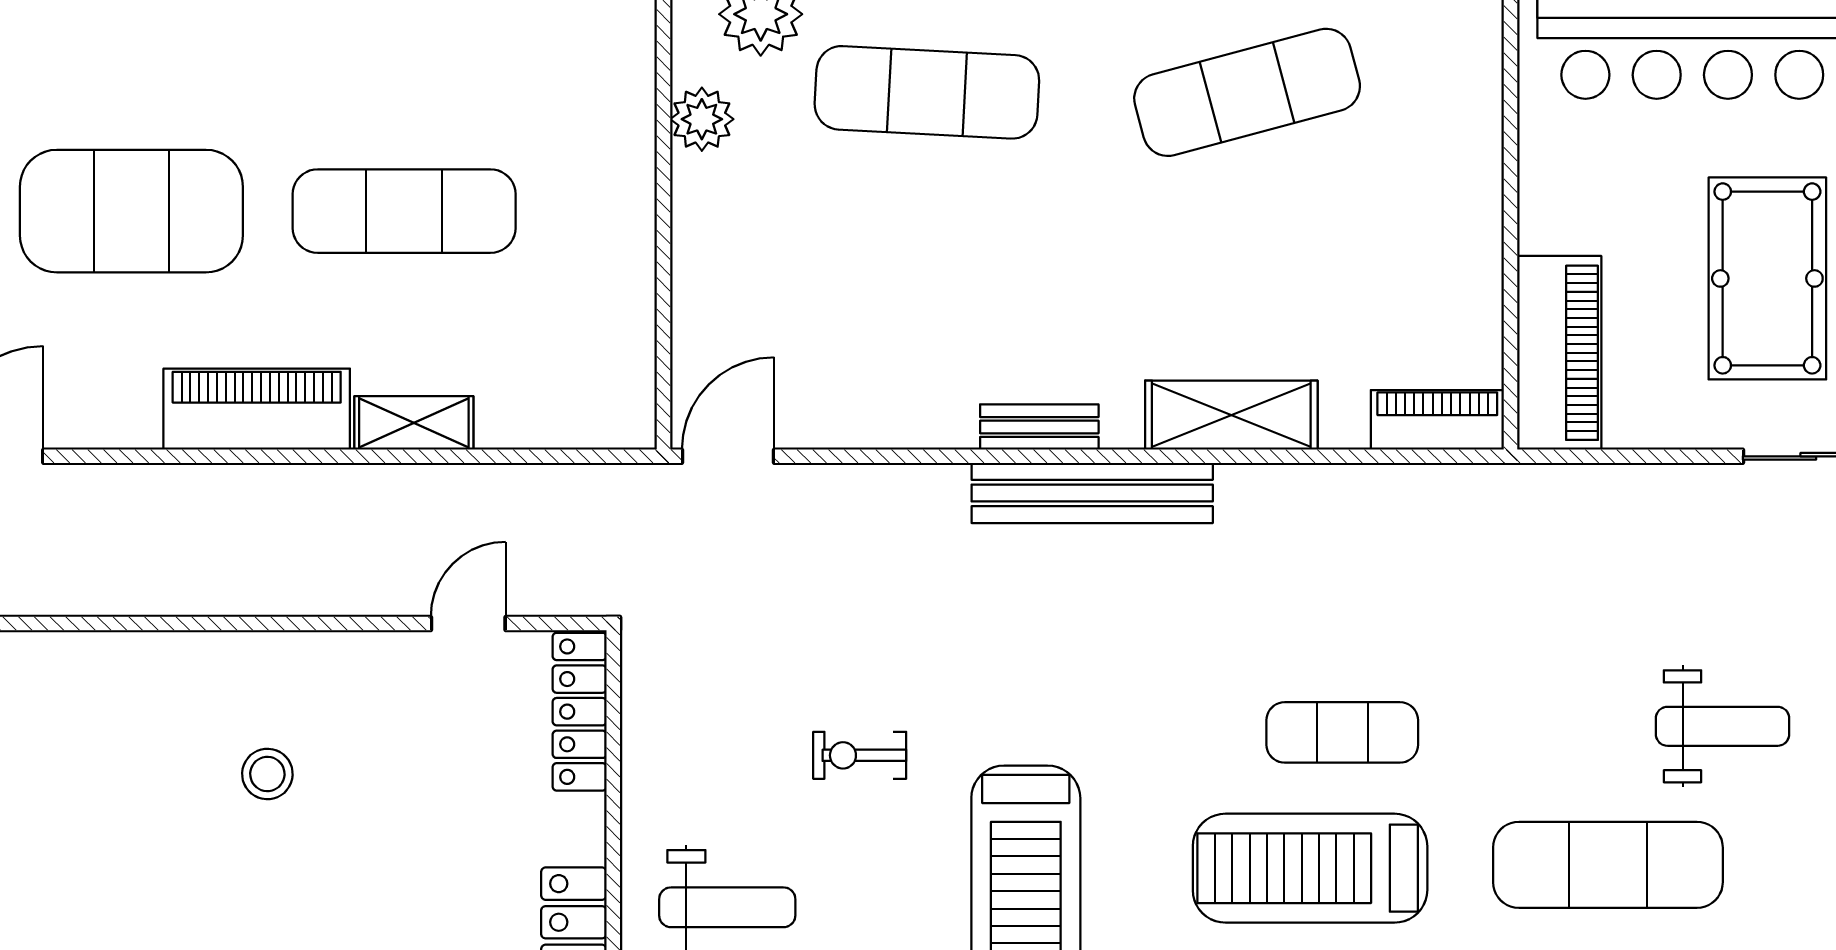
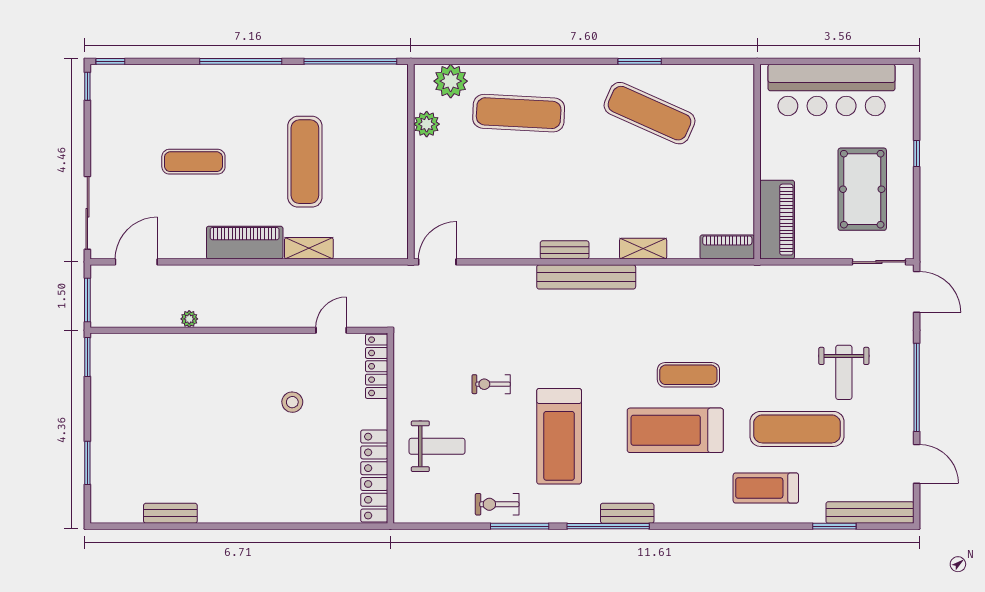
exercise mat: (1247, 92) -> (650, 113), turned 39
exercise mat: (131, 211) -> (193, 162), width x0.50, depth x0.69
exercise mat: (404, 211) -> (305, 162), turned 90
shelving: (1231, 415) -> (643, 249), width x0.67, depth x0.75
plant: (121, 596) -> (189, 319), added
weight bench: (1723, 726) -> (844, 372), turned 90
stool: (267, 774) -> (292, 402), moved

